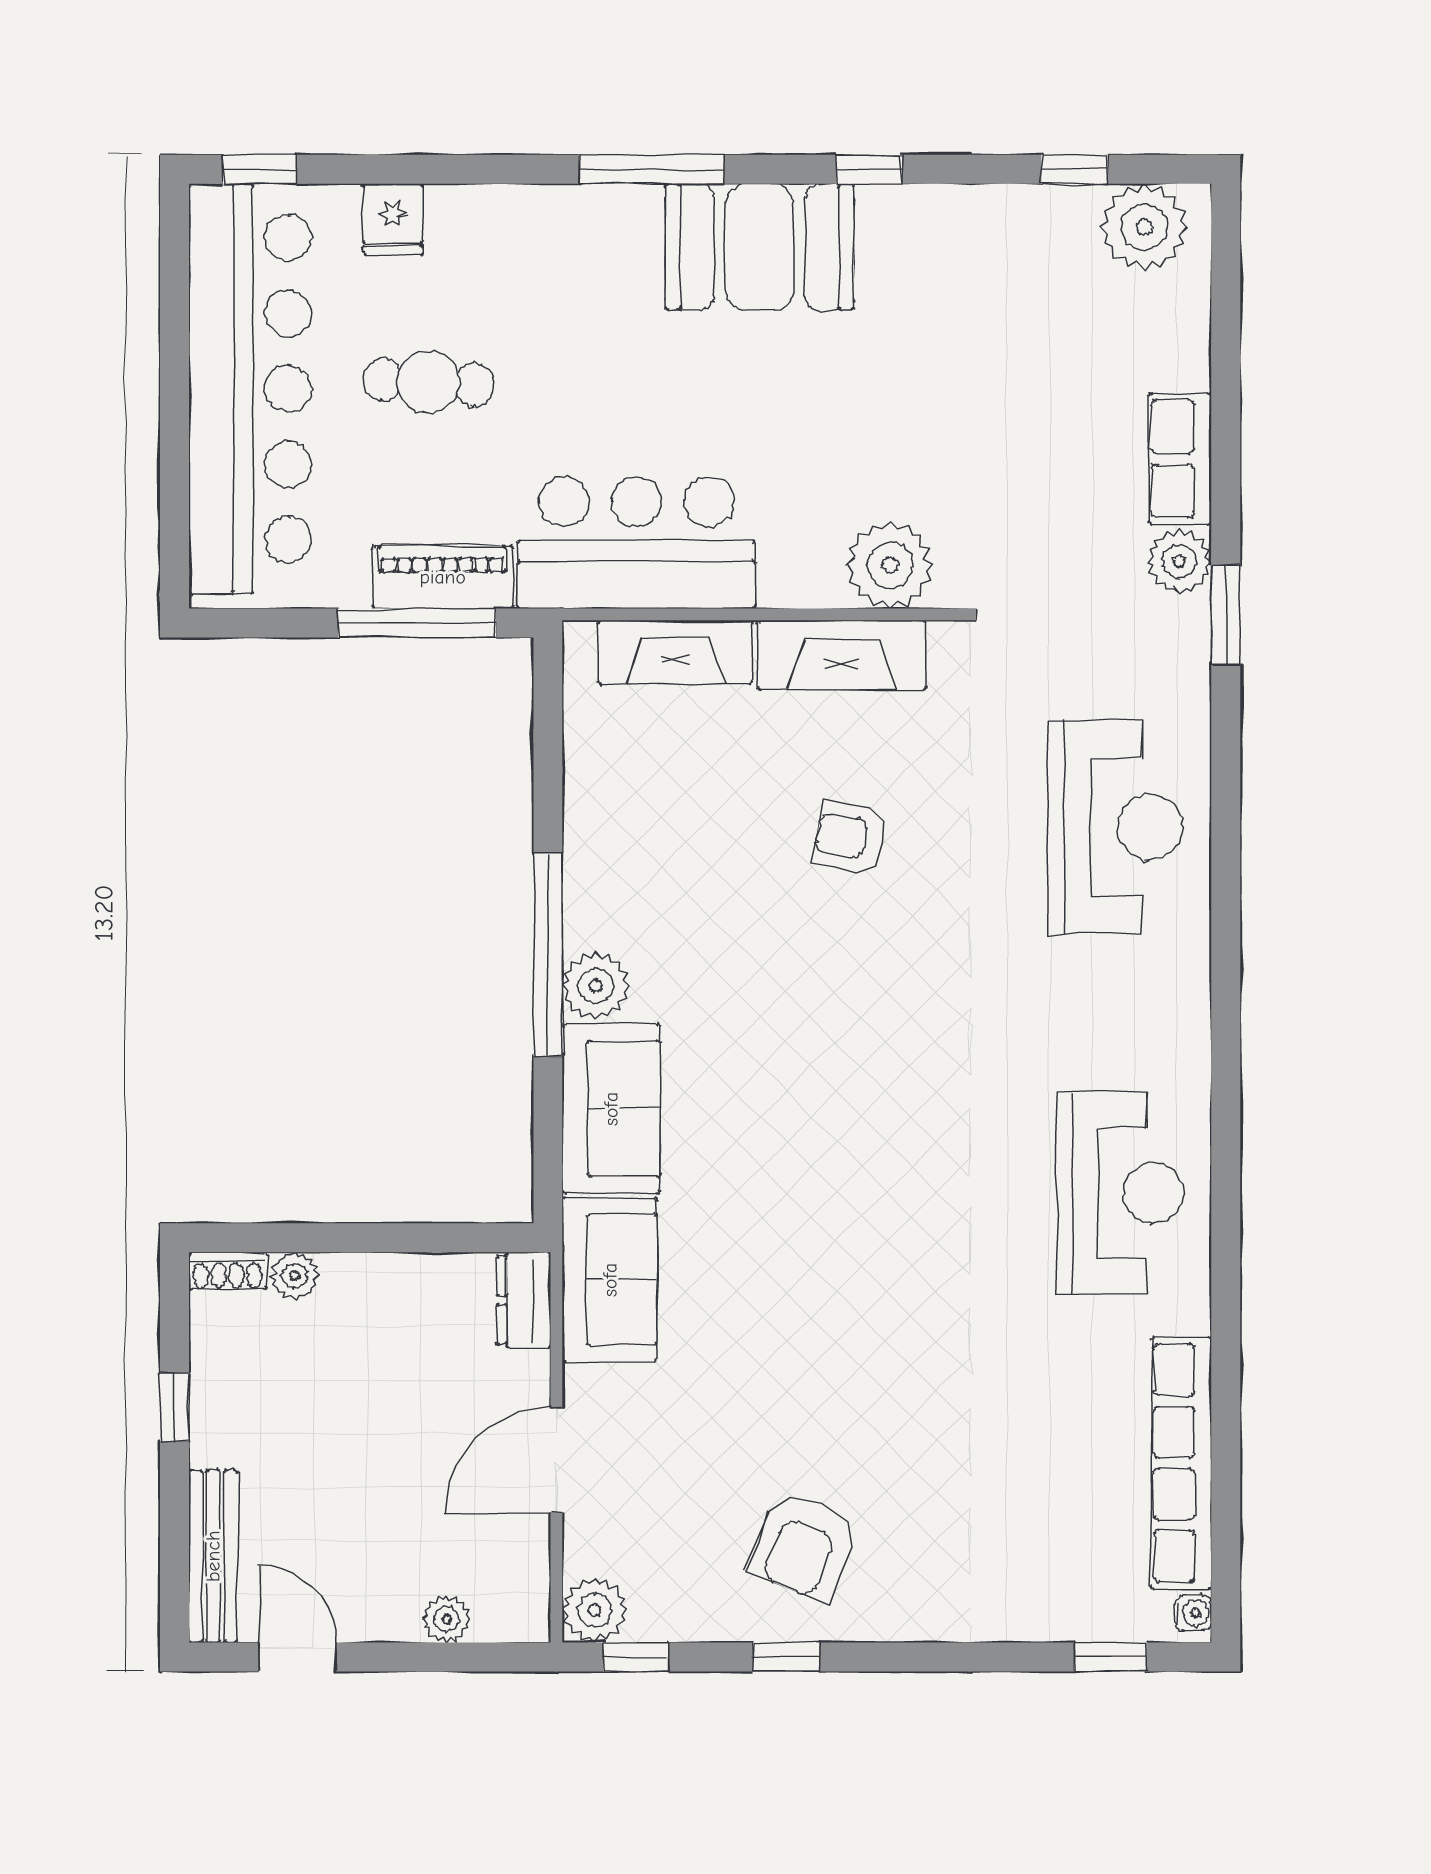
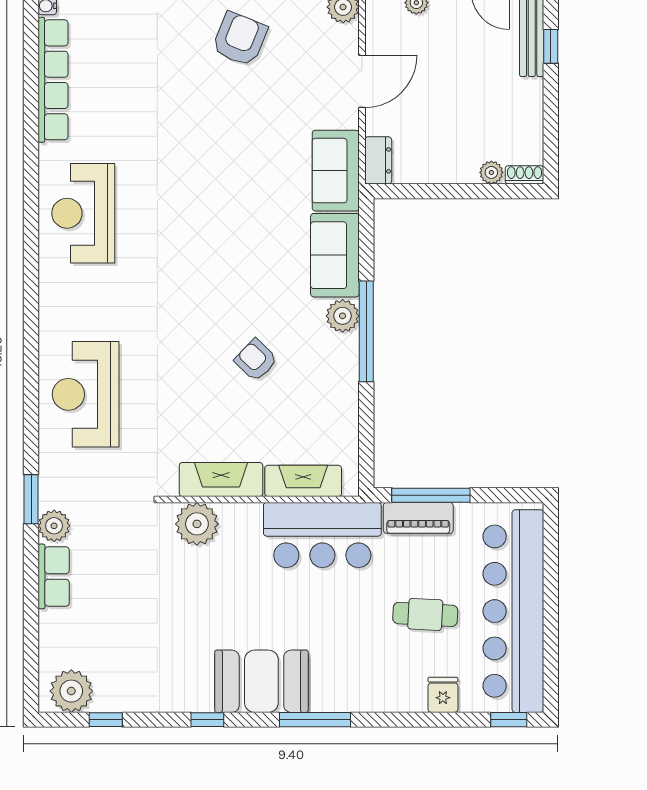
armchair: (850, 837) -> (256, 360), moved, turned -146
window: (174, 1407) -> (551, 46), moved

